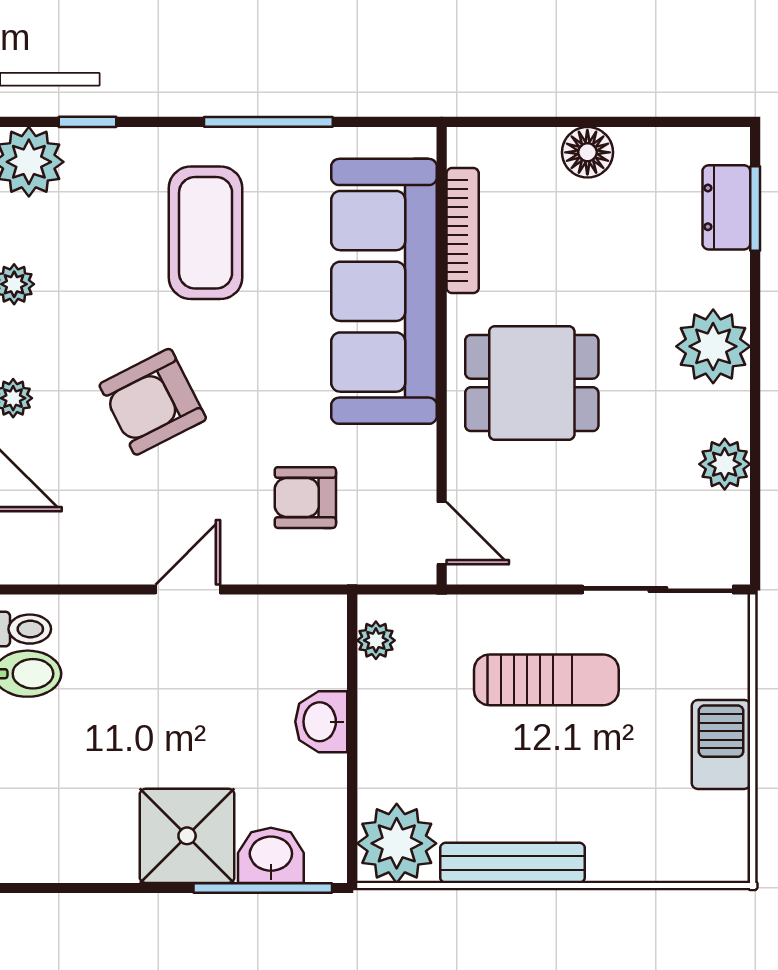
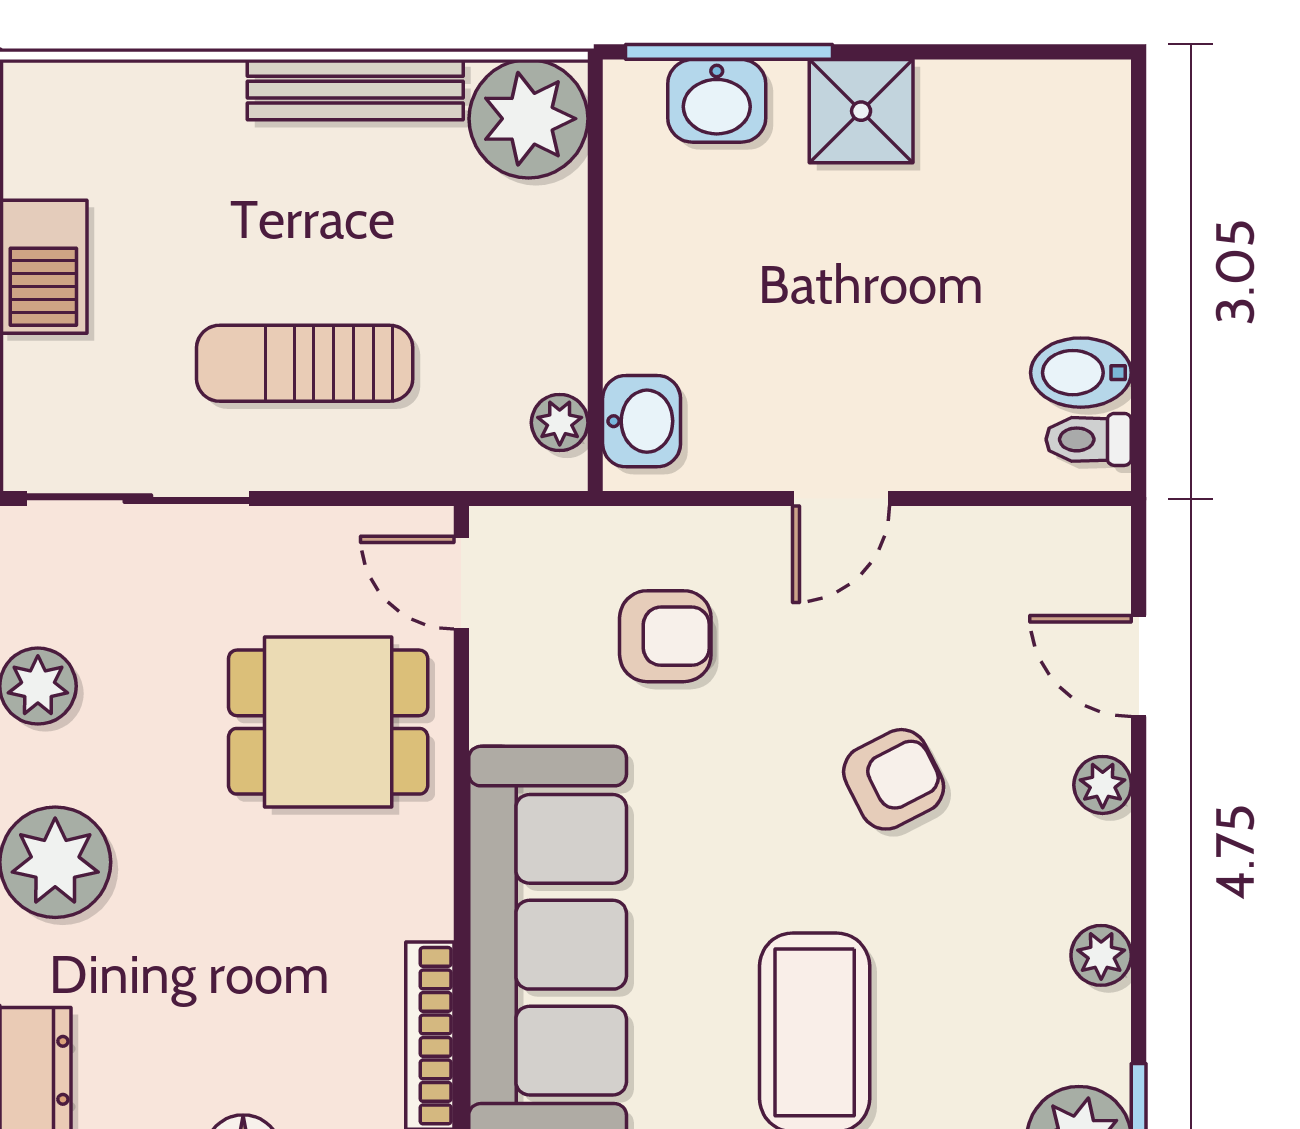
dining table: (532, 383) -> (328, 722), moved
armchair: (153, 402) -> (894, 779), width x0.72, depth x0.72
washbasin: (321, 722) -> (642, 421), moved
shower: (187, 836) -> (861, 111), width x0.73, depth x0.73

